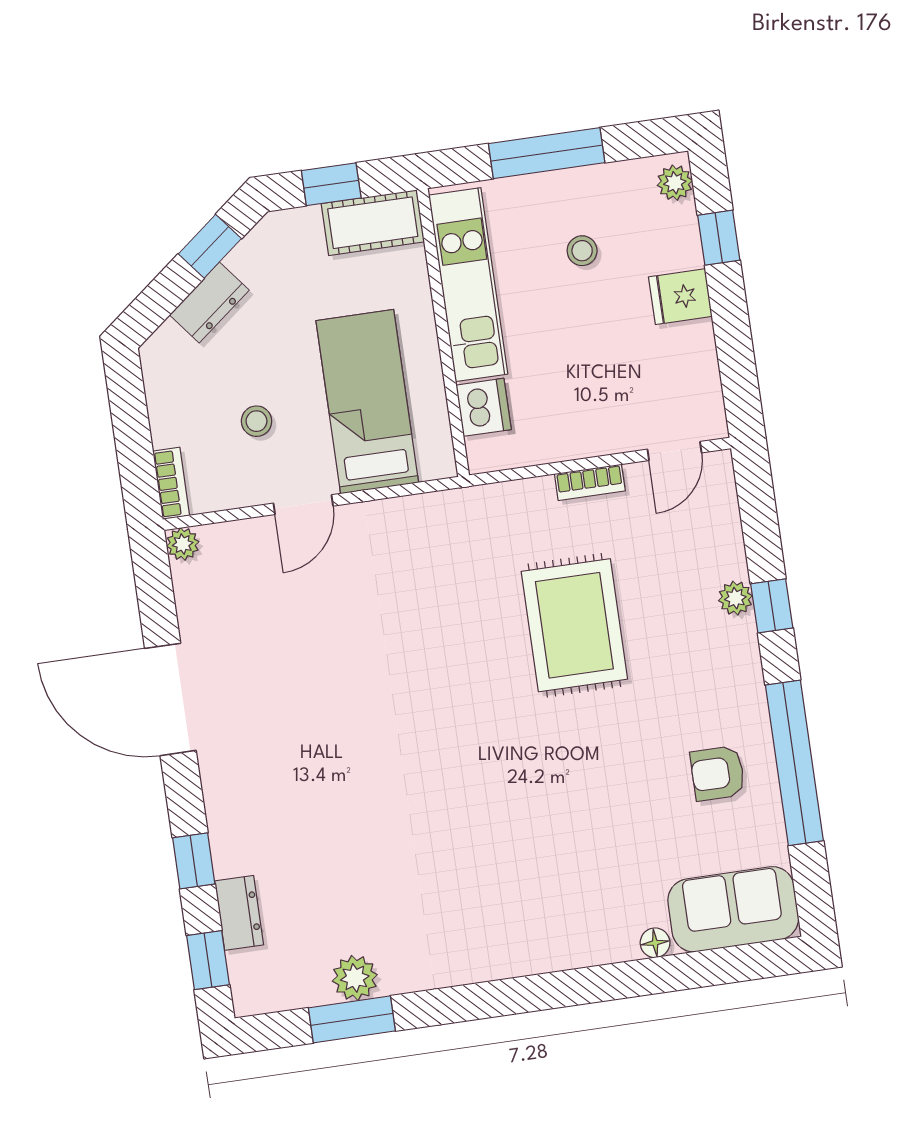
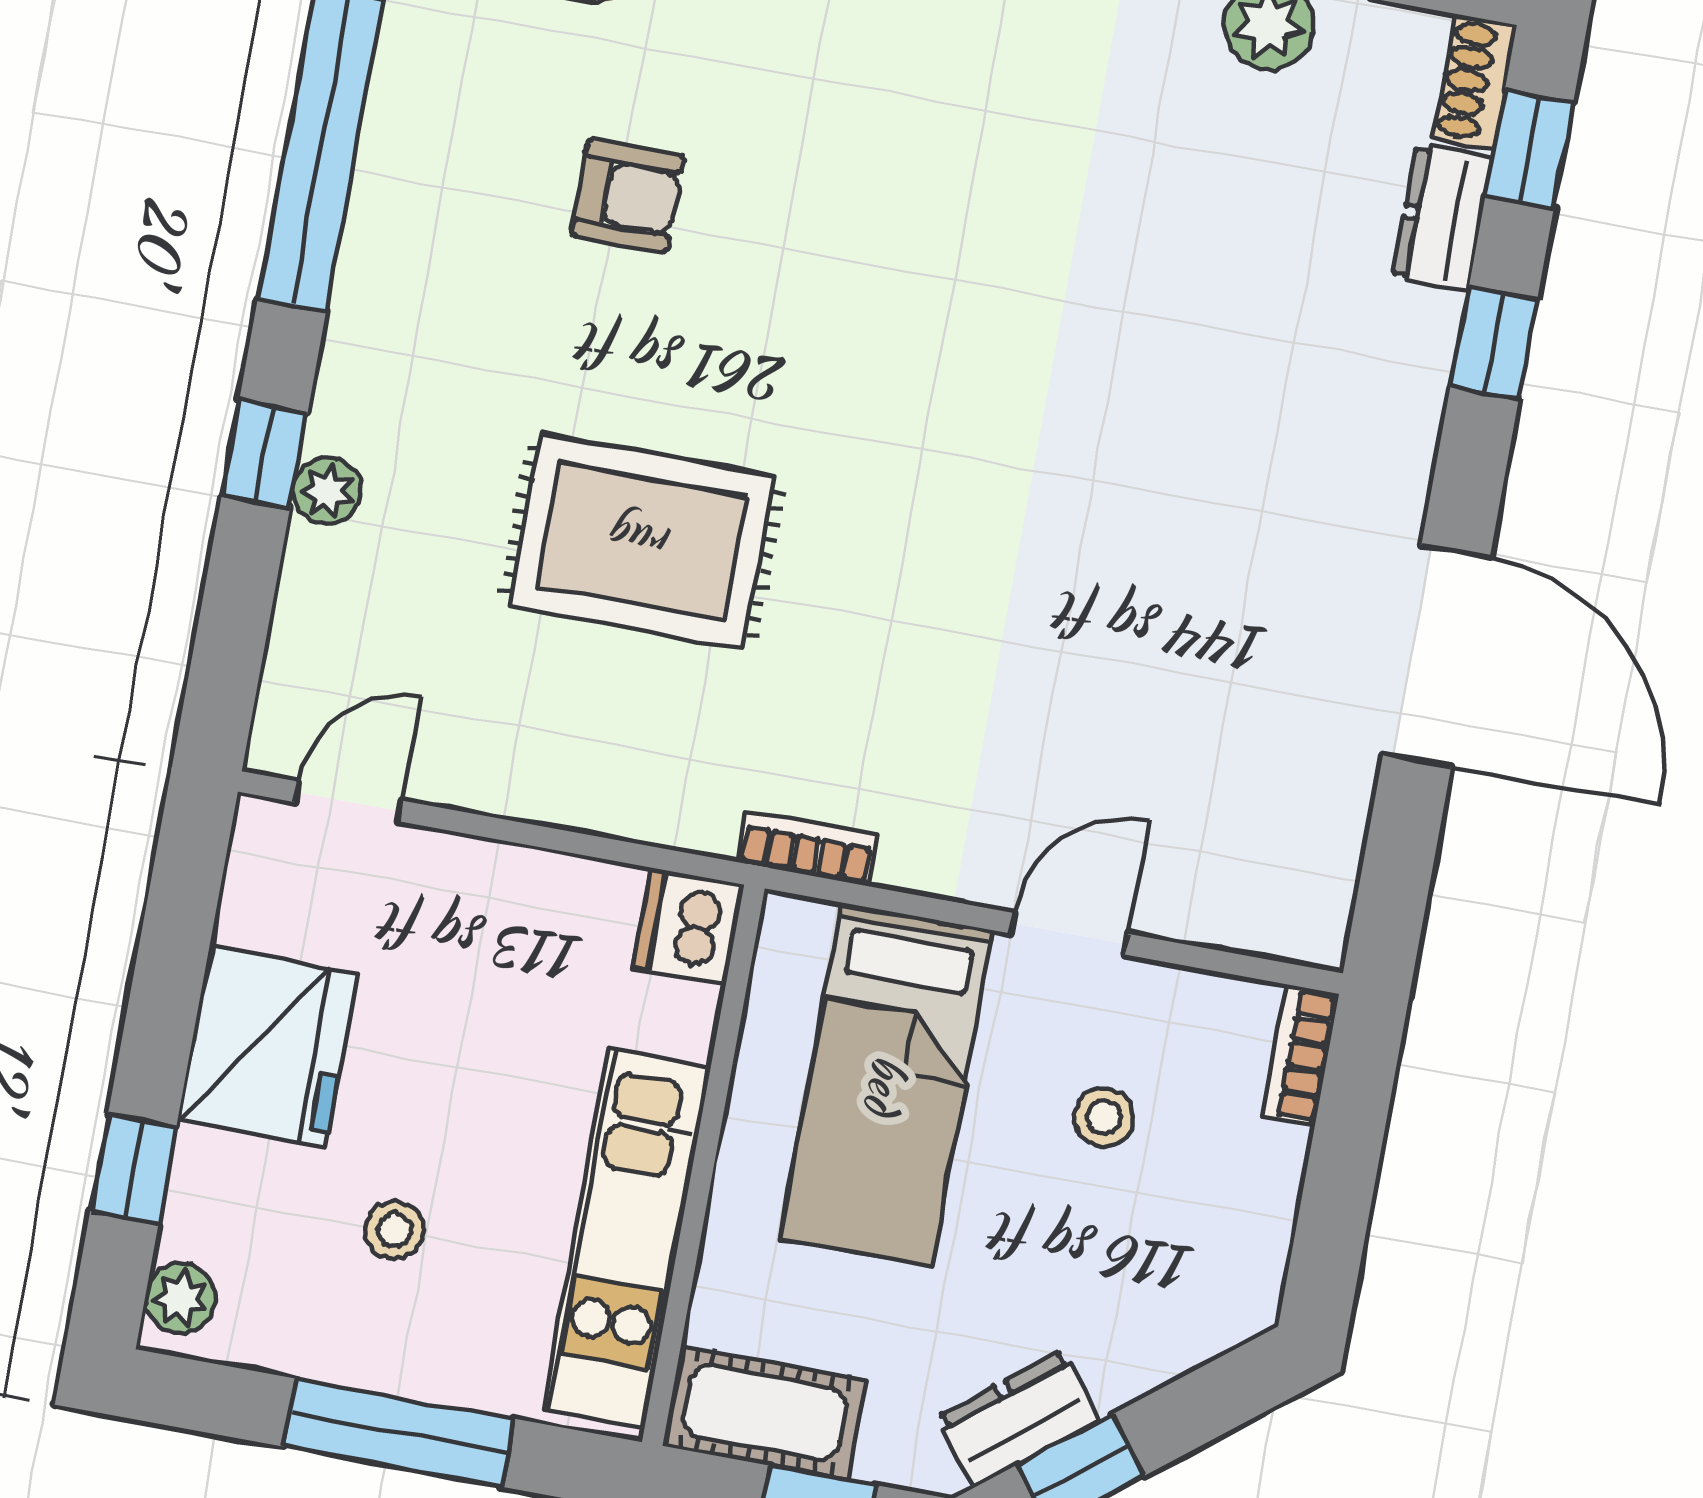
fridge: (680, 297) -> (267, 1046), width x1.88, depth x1.34
dresser: (209, 303) -> (1018, 1419), moved
dishwasher: (484, 407) -> (688, 926), moved
bookcase: (590, 482) -> (807, 848), moved
plant: (183, 544) -> (1317, 936), removed
rug: (574, 625) -> (642, 541), turned 90
armchair: (718, 773) -> (628, 196), moved
shoe rack: (245, 984) -> (1475, 82), added

